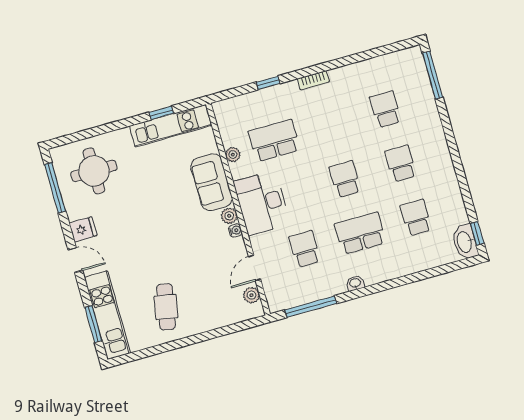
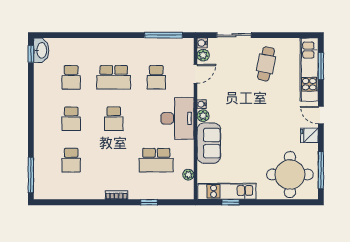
plant: (233, 155) -> (188, 175), moved
round table: (94, 171) -> (290, 175), width x1.36, depth x1.36
washbasin: (355, 283) -> (127, 43), removed
water cooler: (257, 311) -> (202, 43), added
sliding door: (218, 333) -> (234, 35), added

